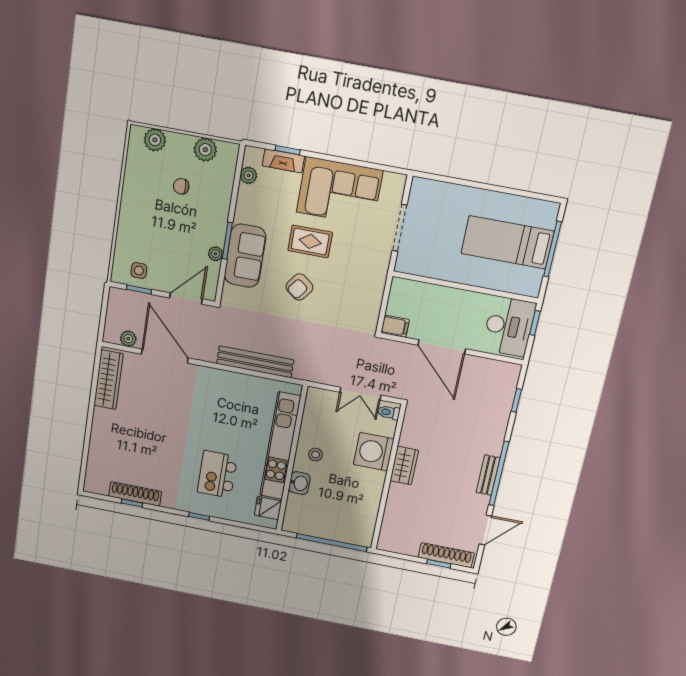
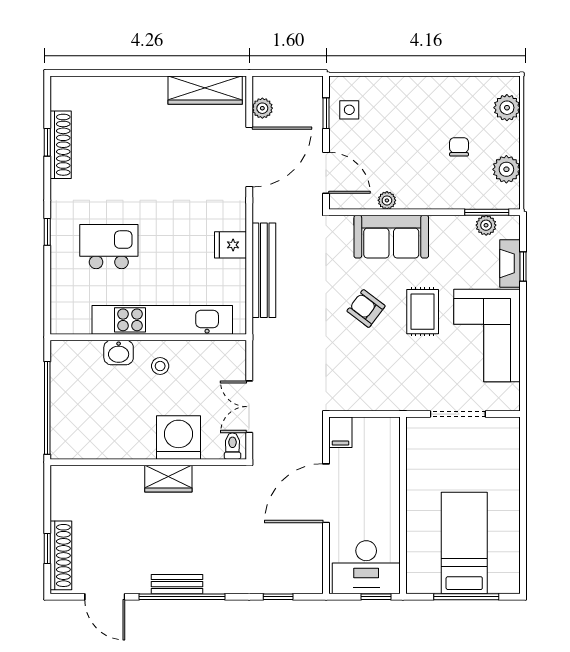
window: (227, 241) -> (487, 212), moved
fridge: (268, 508) -> (230, 245), moved, turned -90

